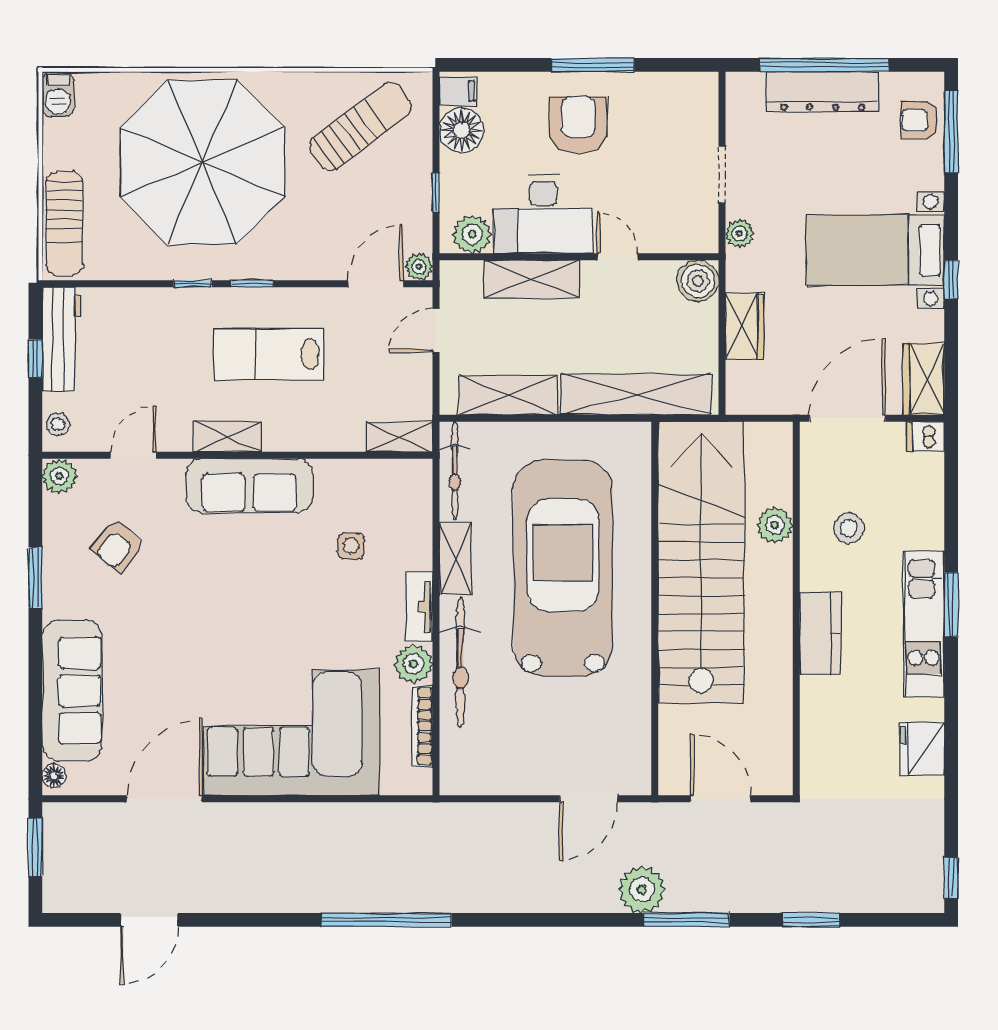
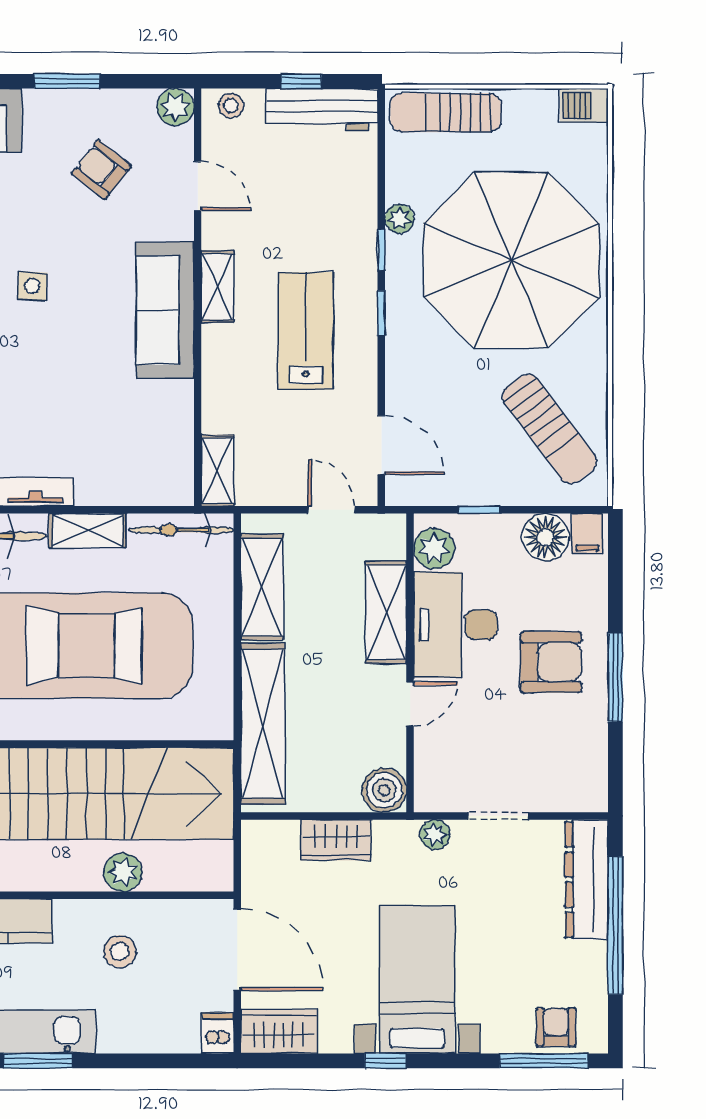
dresser: (823, 92) -> (587, 880), moved
plant: (419, 267) -> (399, 219), moved
side table: (351, 546) -> (32, 286), moved

